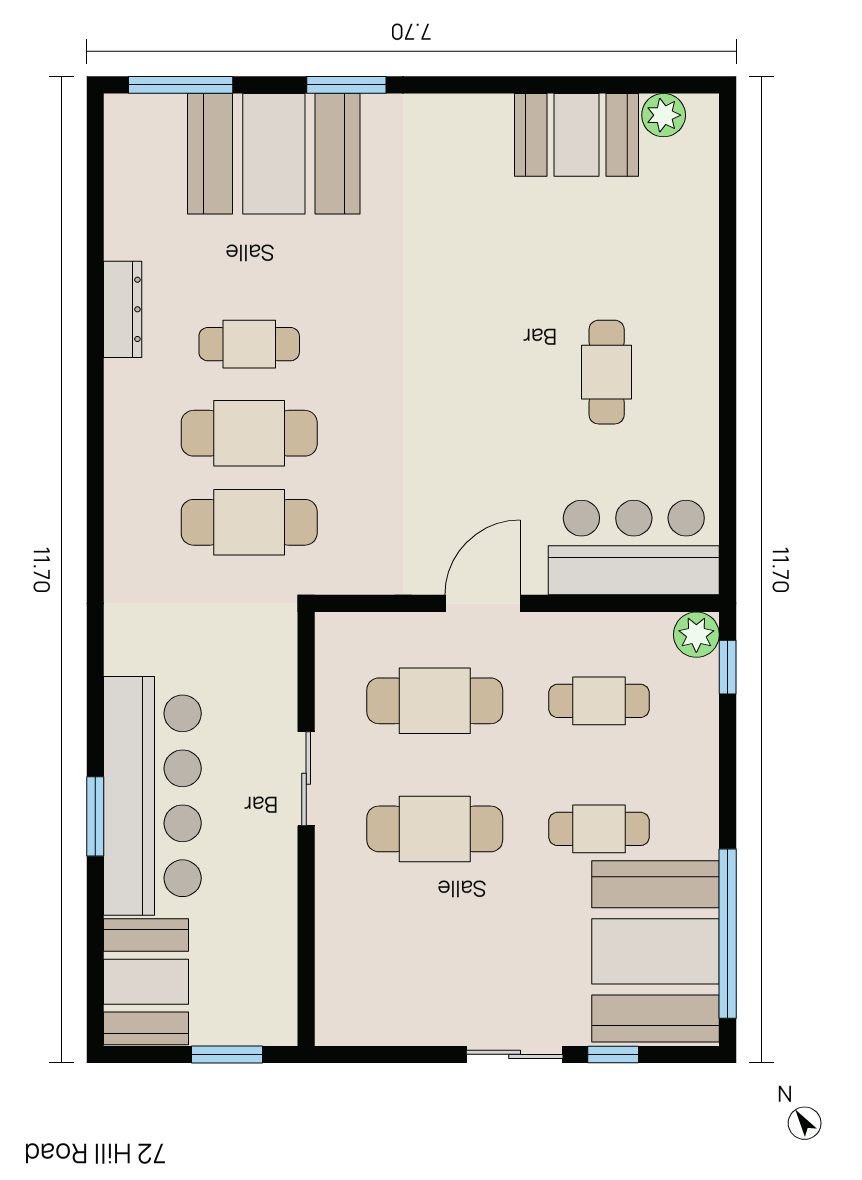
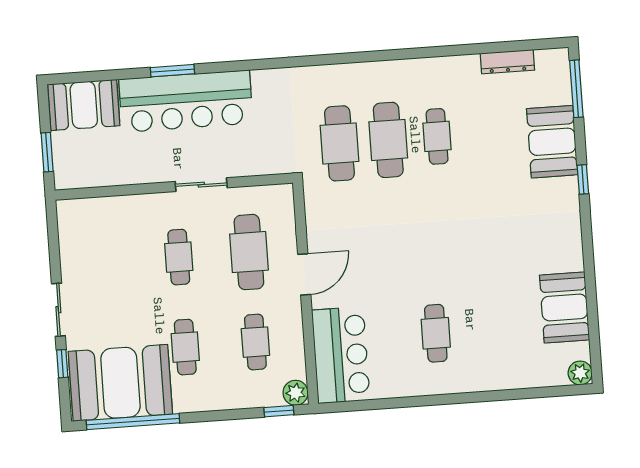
window: (346, 85) -> (583, 179), width x0.67
plant: (664, 115) -> (580, 373), moved
booth: (274, 154) -> (552, 142), width x0.73, depth x0.70
dresser: (123, 309) -> (507, 62), moved
cafe table: (607, 372) -> (436, 333), turned 90
door: (483, 603) -> (304, 274), hinge flipped
cafe table: (435, 829) -> (179, 257), width x0.73, depth x0.74

